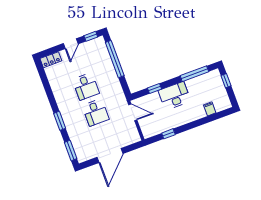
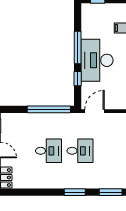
window: (115, 59) -> (49, 109), moved
window: (194, 74) -> (78, 48), moved
desk: (174, 96) -> (97, 60), width x1.36, depth x1.30

